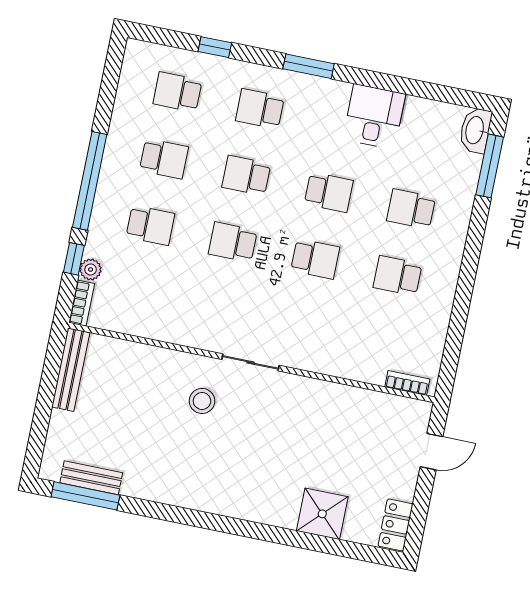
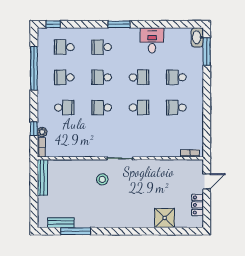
window: (215, 47) -> (53, 24), moved
school desk: (164, 159) -> (64, 77), turned 180
window: (90, 181) -> (34, 68), moved
window: (85, 496) -> (76, 231), moved
locker: (395, 525) -> (198, 205), moved

